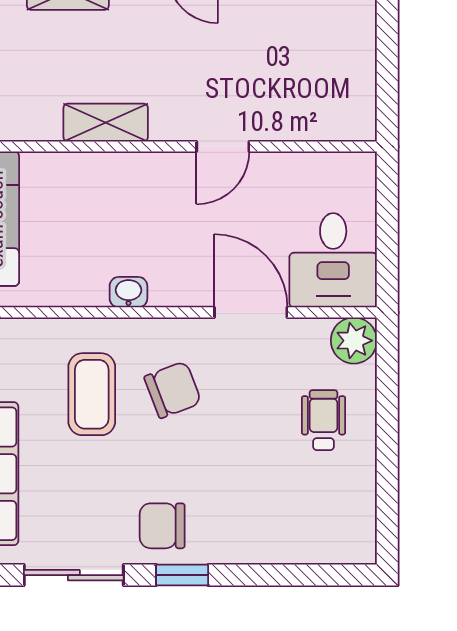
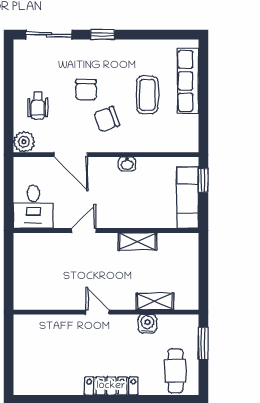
desk: (333, 260) -> (33, 207), moved, turned 180
coffee table: (92, 394) -> (147, 95), moved
chair: (162, 526) -> (86, 90), moved, turned 90
sliding door: (74, 575) -> (49, 35), moved

